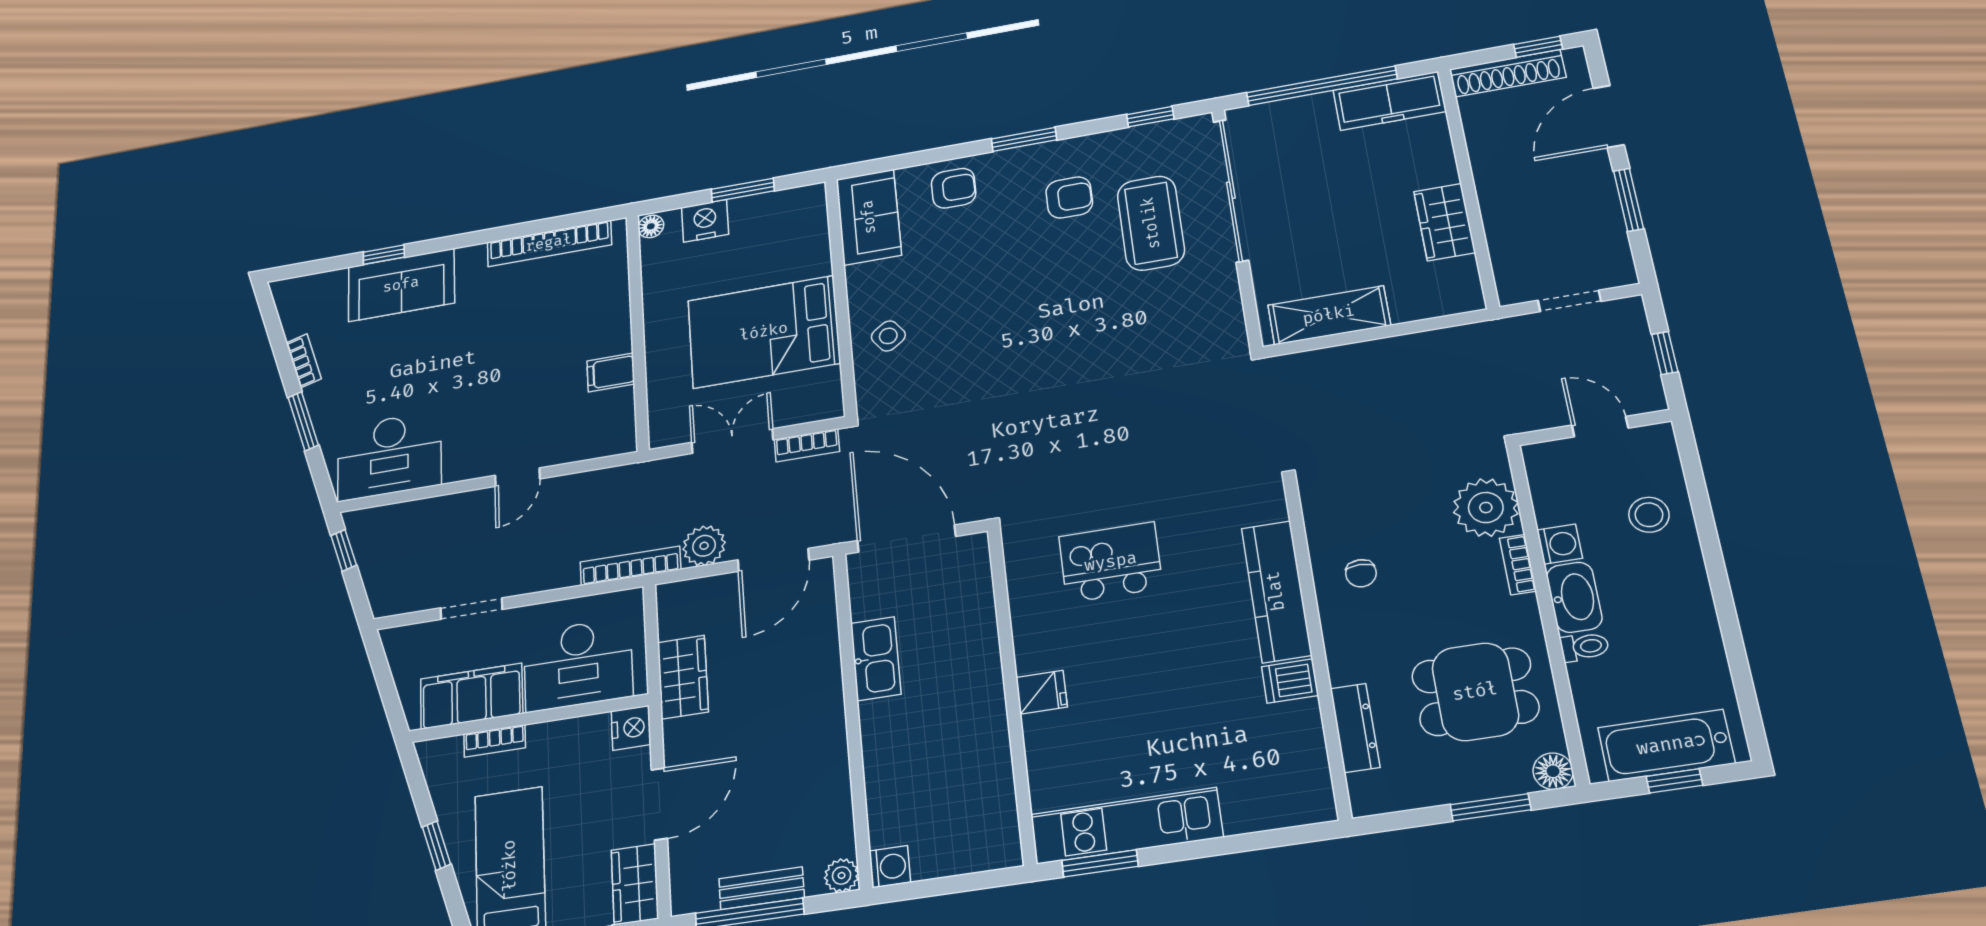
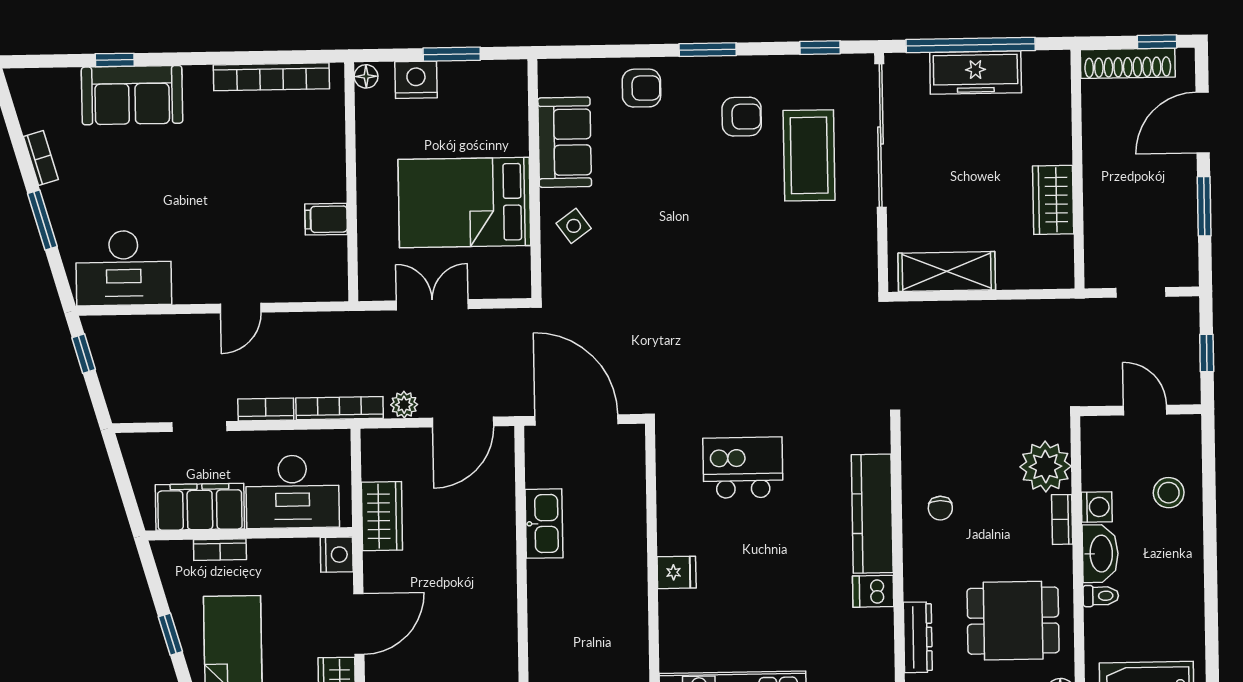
freezer: (1389, 101) -> (976, 73), moved
sofa: (869, 217) -> (565, 142), moved
bookcase: (807, 445) -> (266, 409), moved, turned 180
plant: (704, 546) -> (404, 405), width x0.73, depth x0.73

